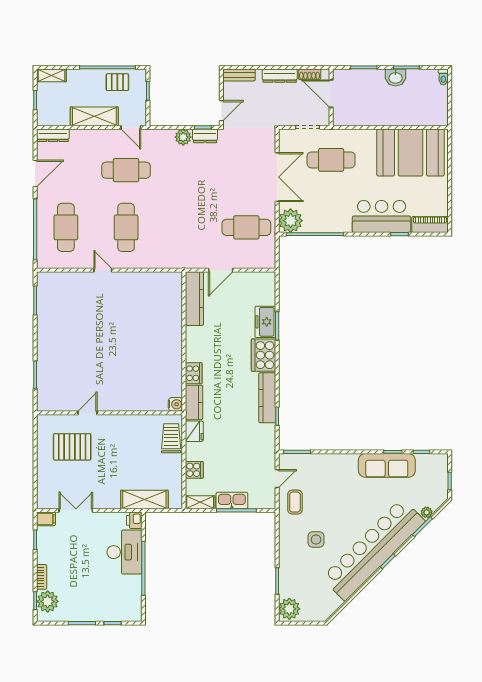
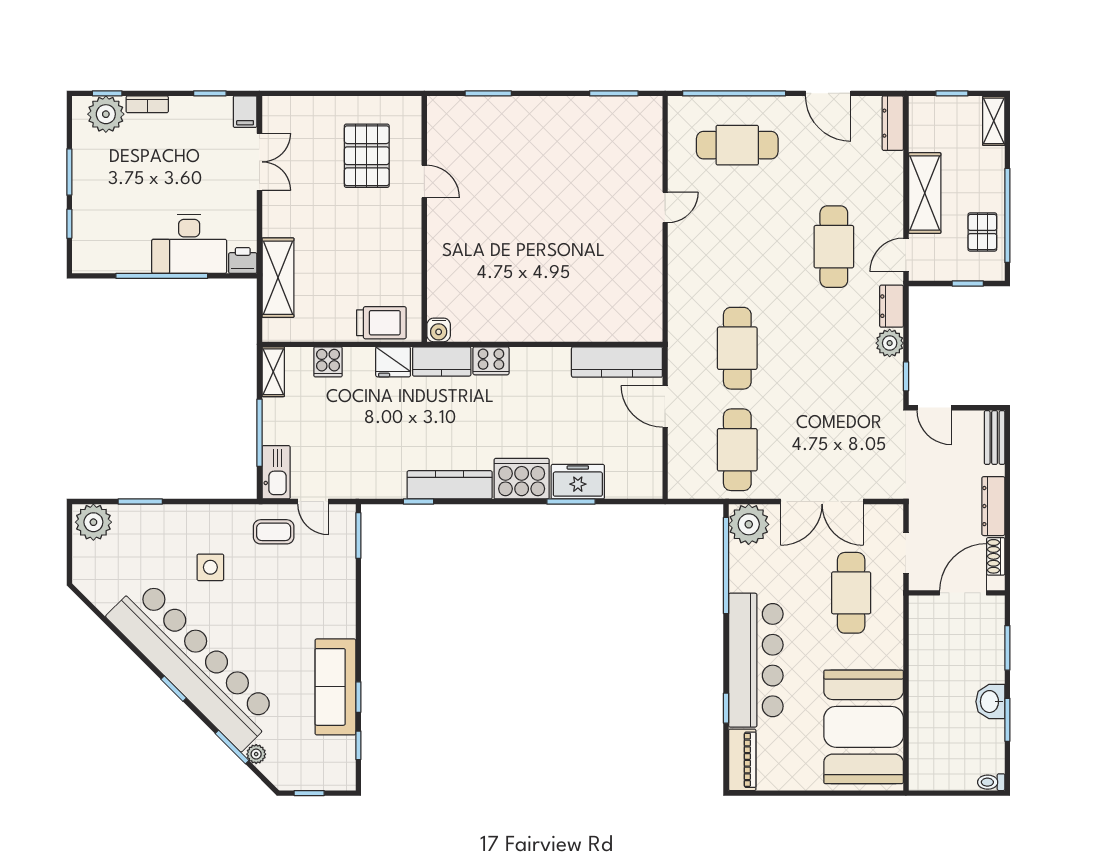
dresser: (205, 136) -> (892, 306), moved
bar counter: (382, 216) -> (756, 660), width x1.36
cafe table: (126, 227) -> (737, 348), moved, turned 90
kitchen sink: (232, 501) -> (276, 472), moved

